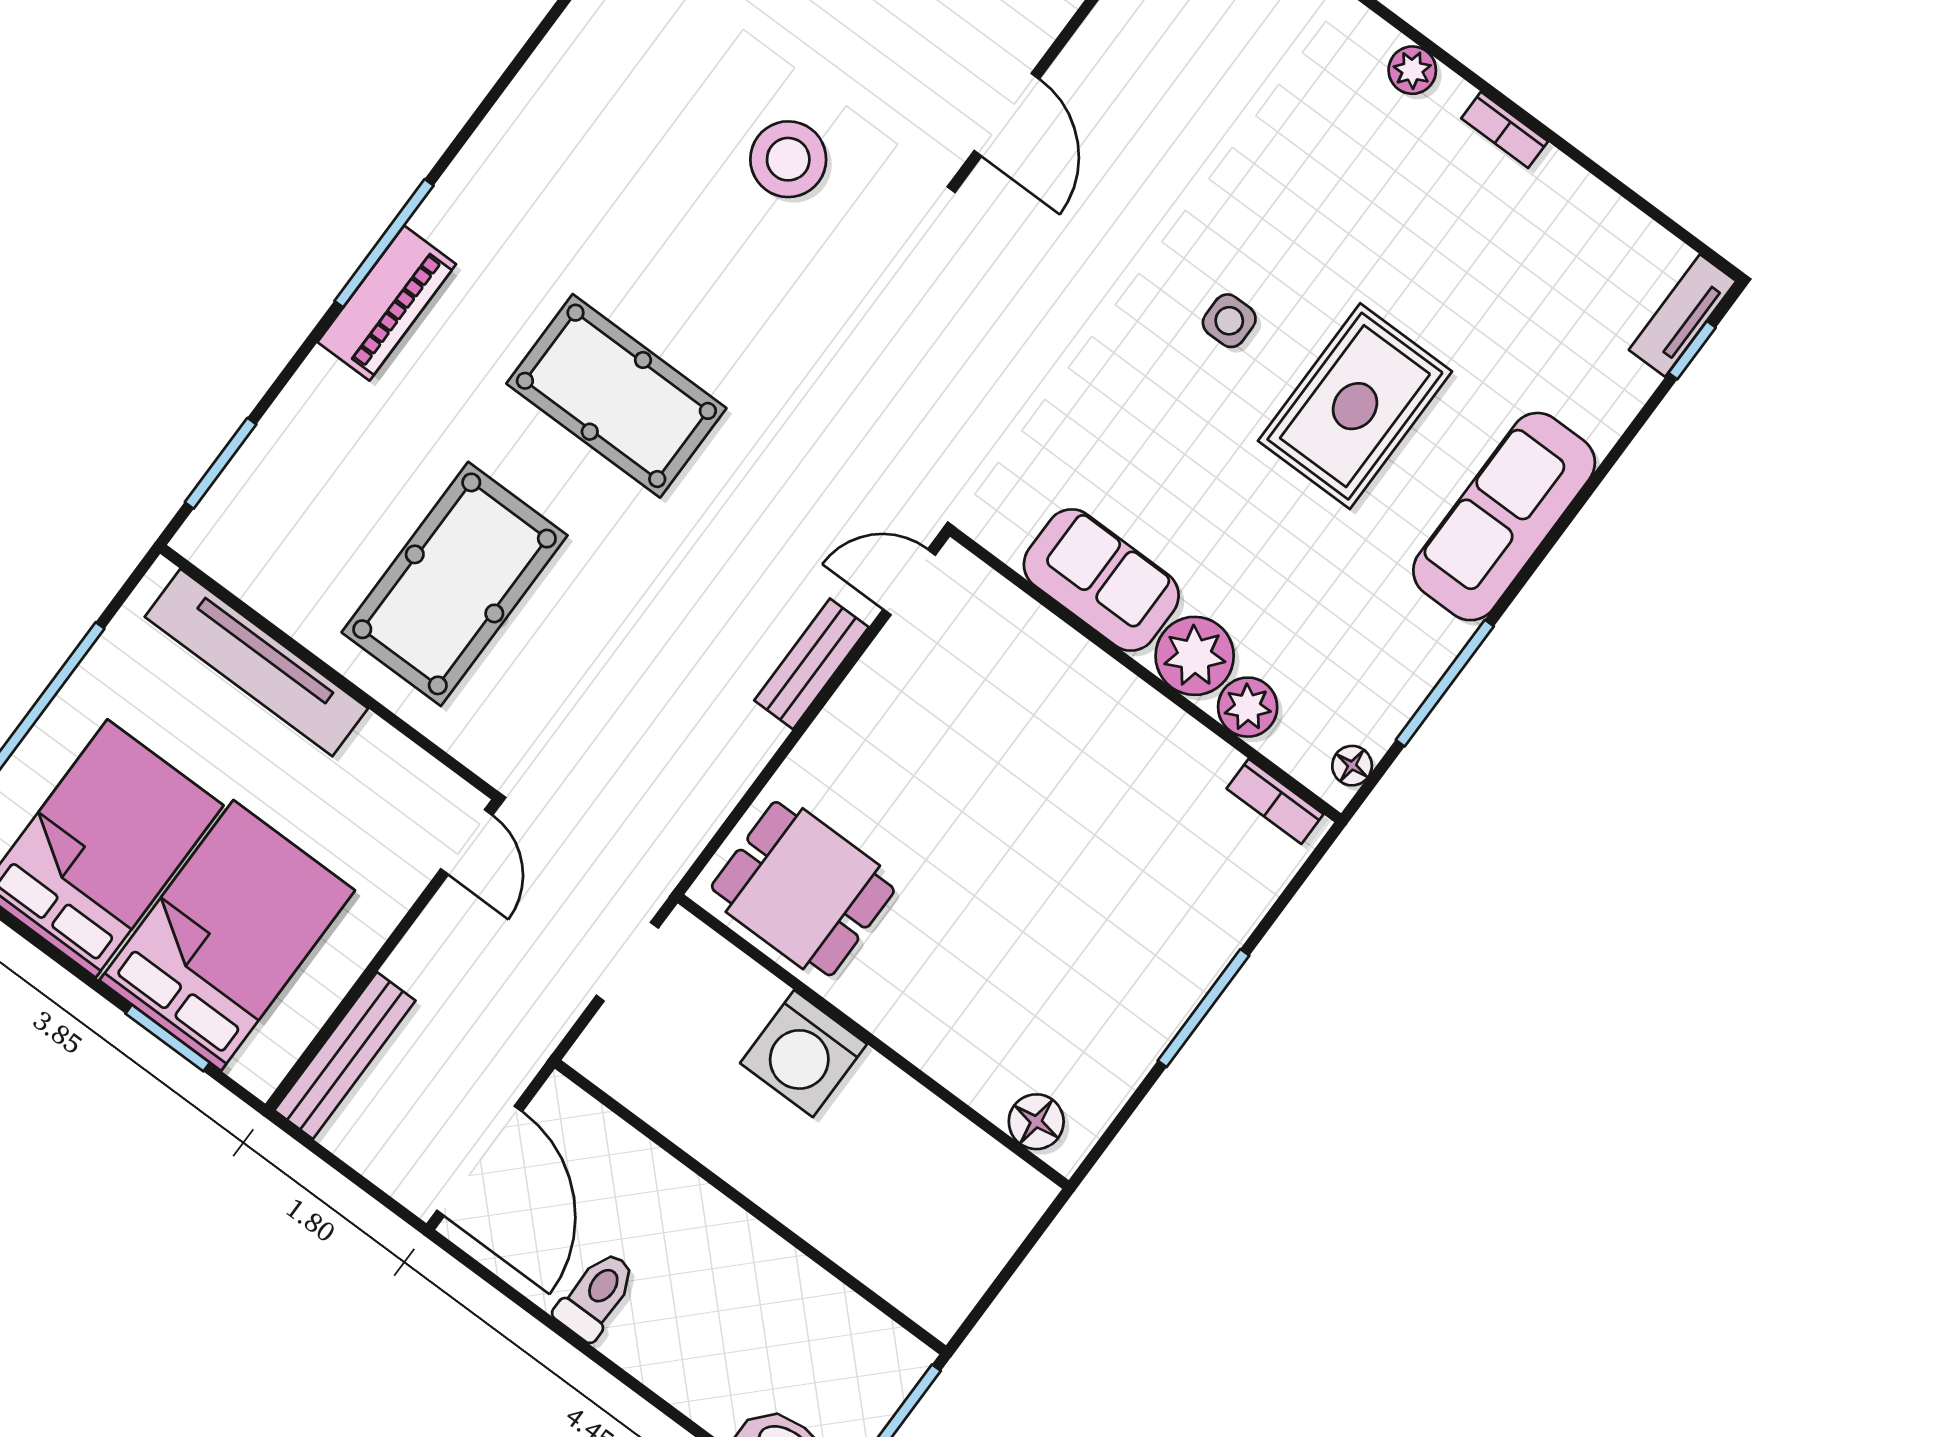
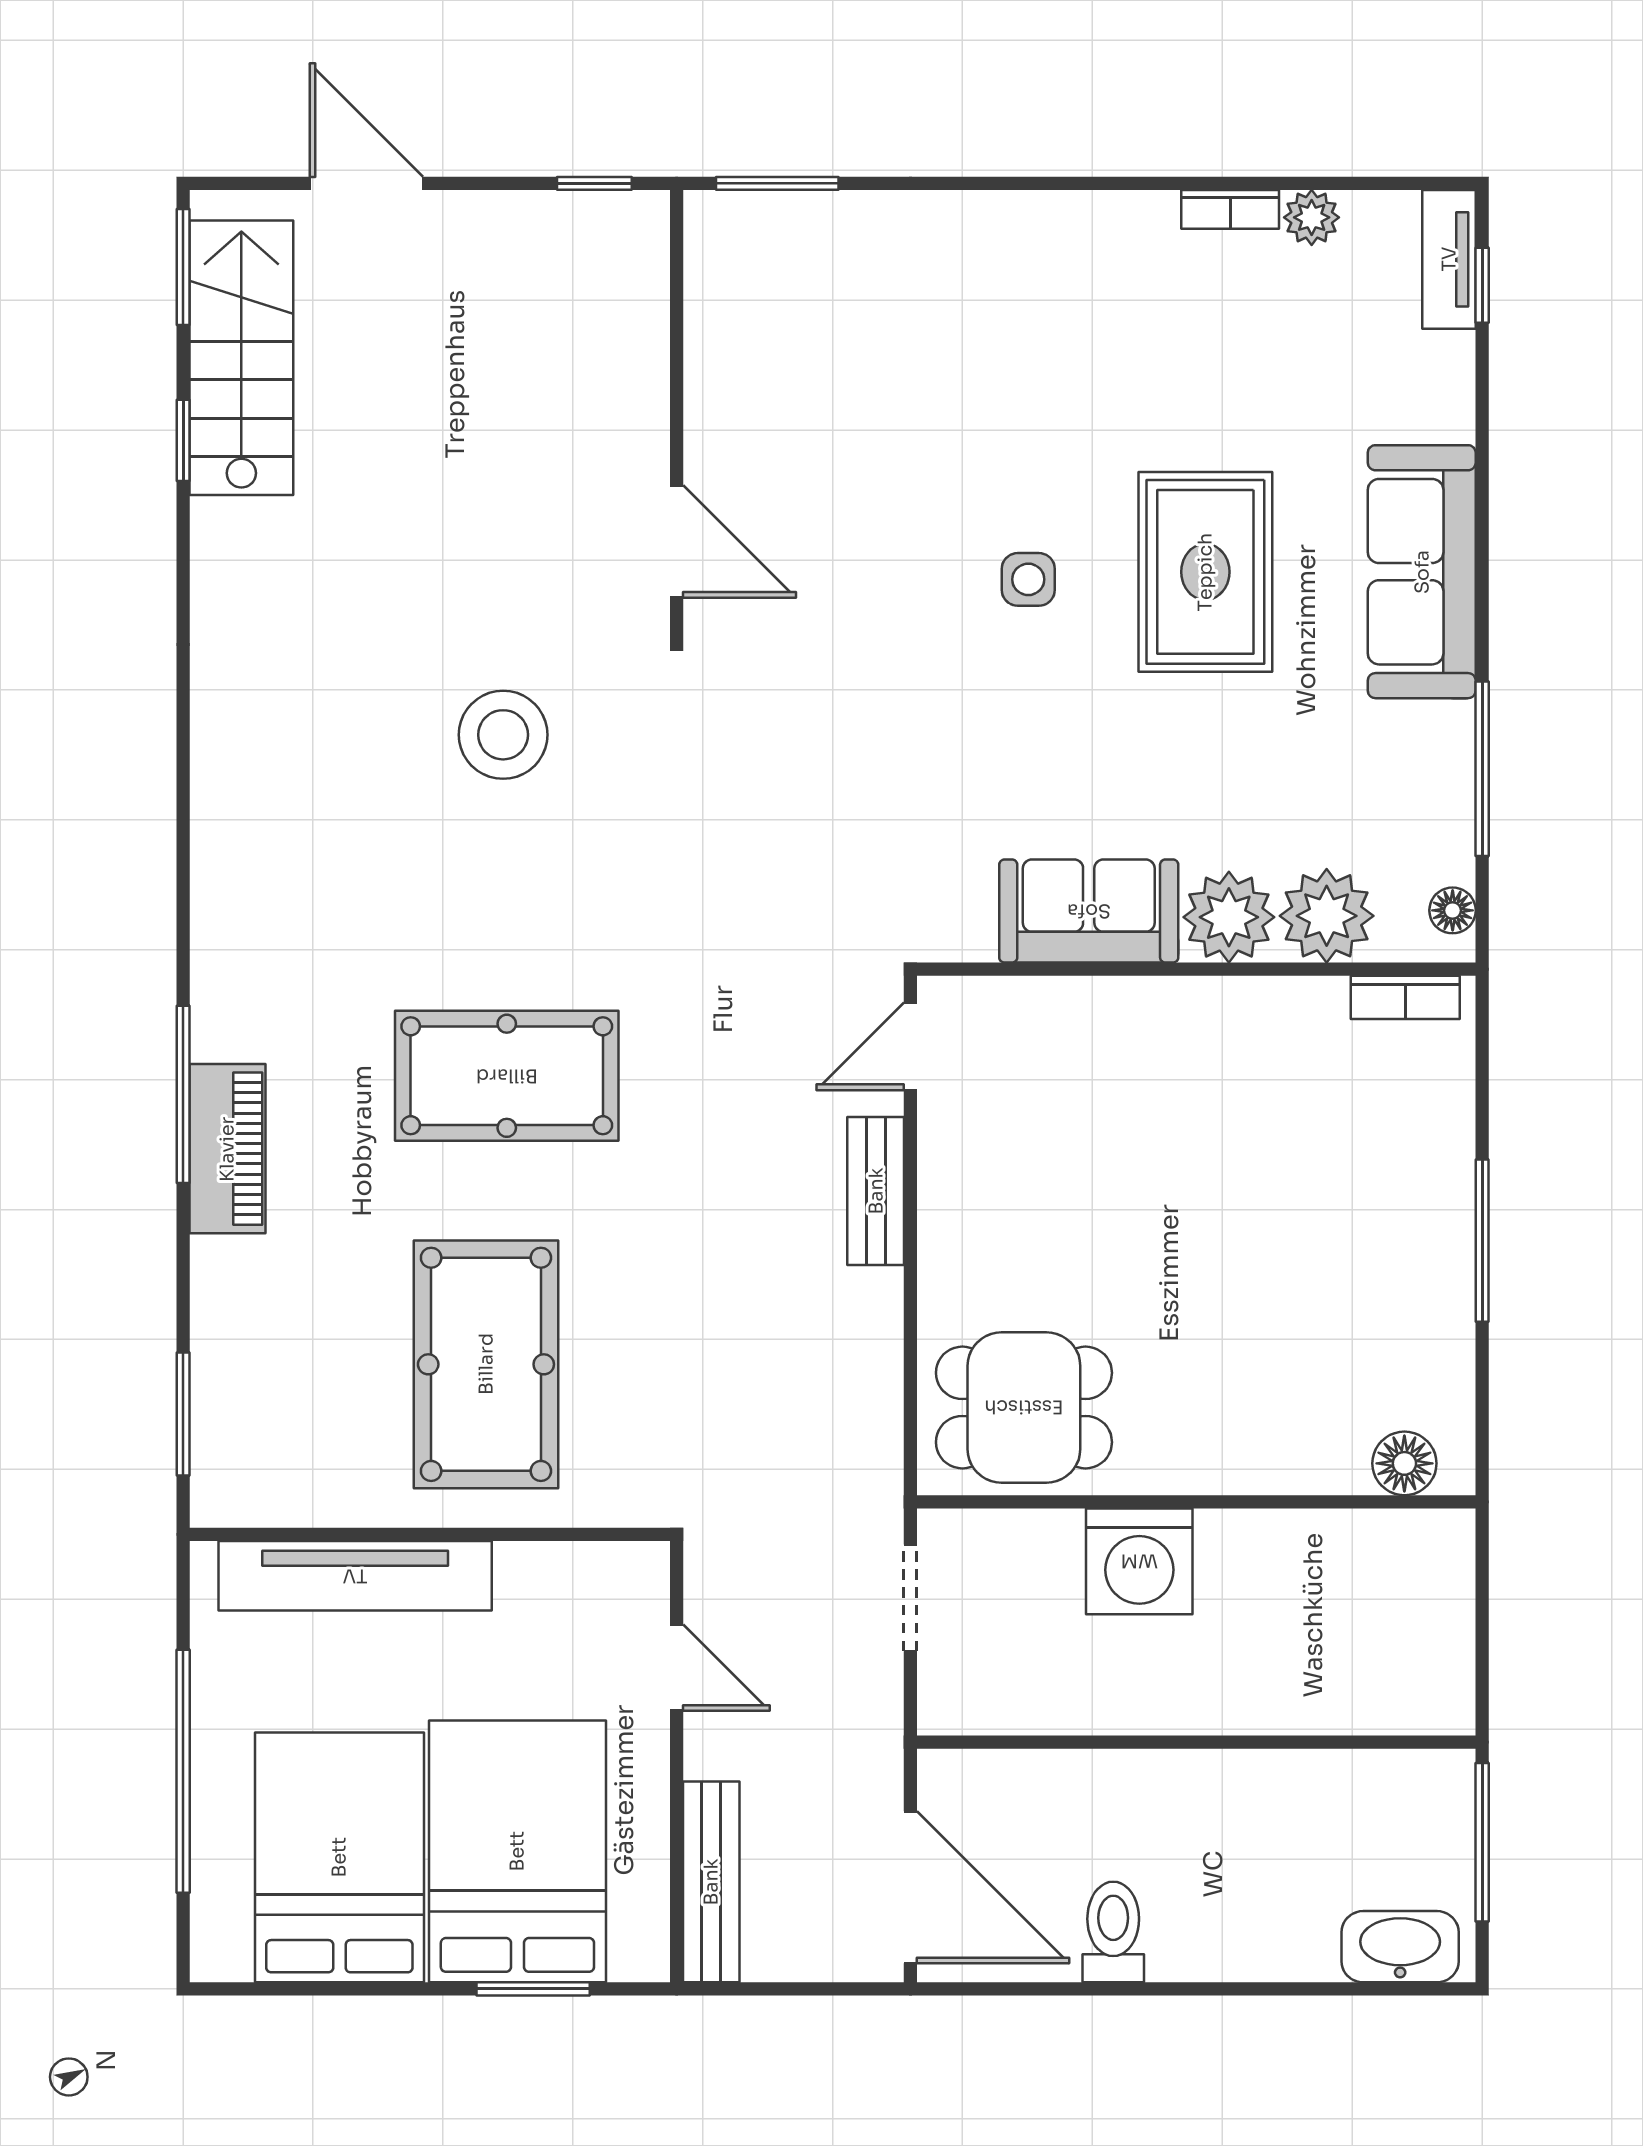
plant: (1412, 70) -> (1312, 217), moved
bookcase: (1505, 130) -> (1230, 209), moved
plant: (1248, 707) -> (1327, 916), width x1.36, depth x1.36
door: (466, 842) -> (677, 1668), moved

